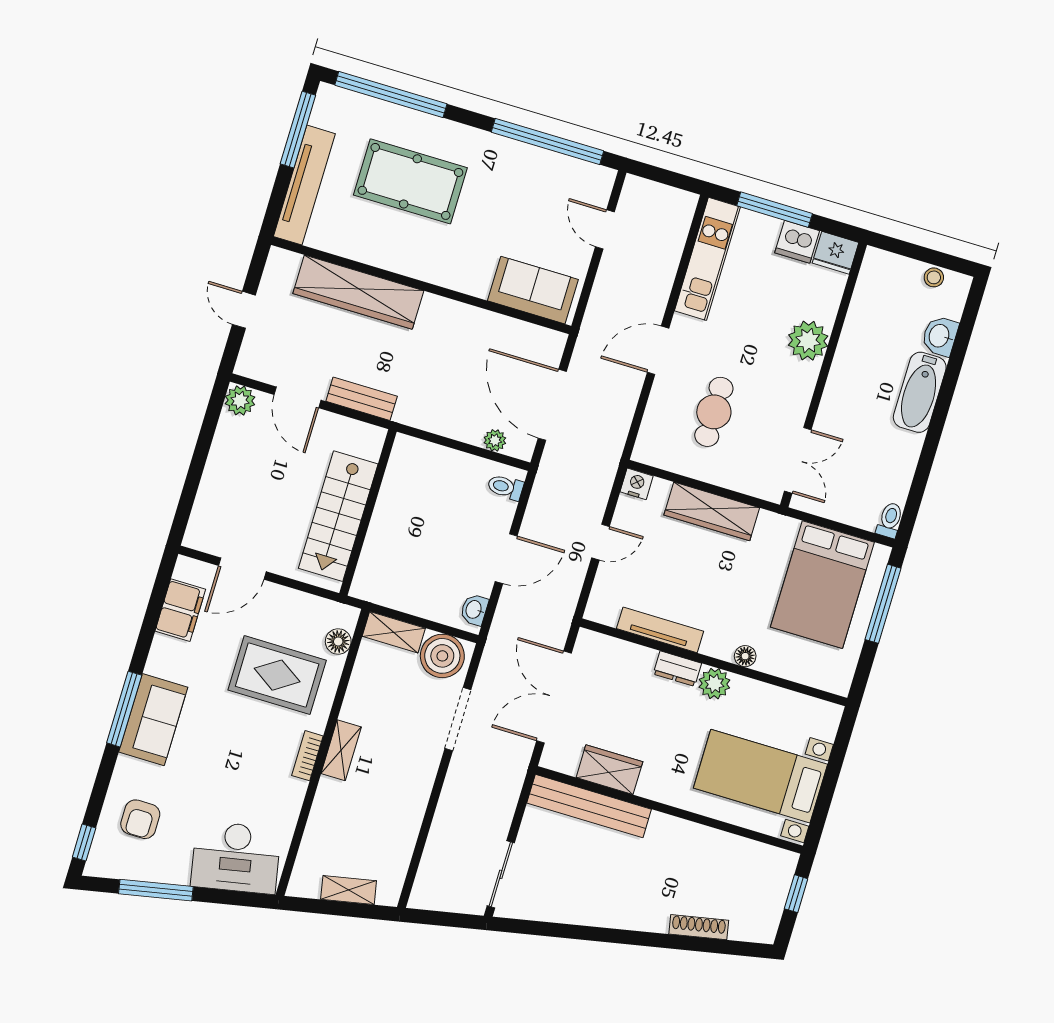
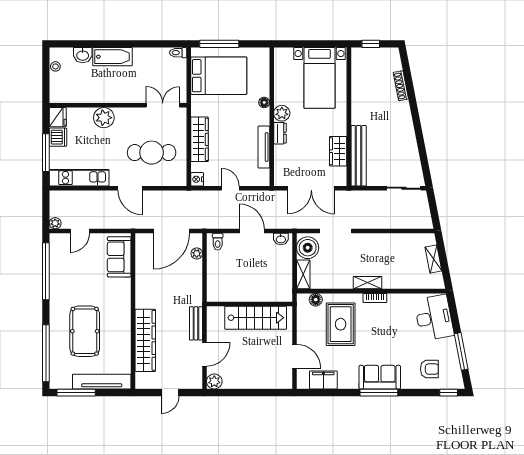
plant: (634, 187) -> (55, 223), added
cafe table: (714, 412) -> (152, 153), width x1.37, depth x1.35

